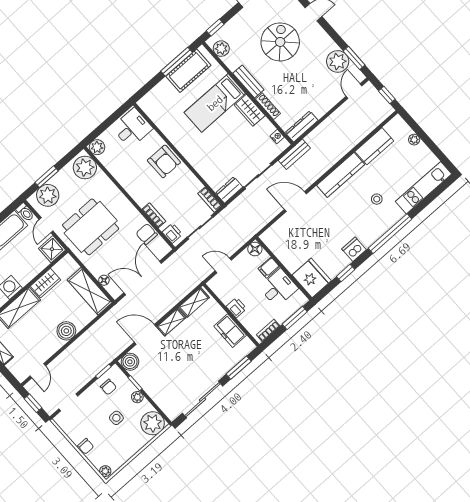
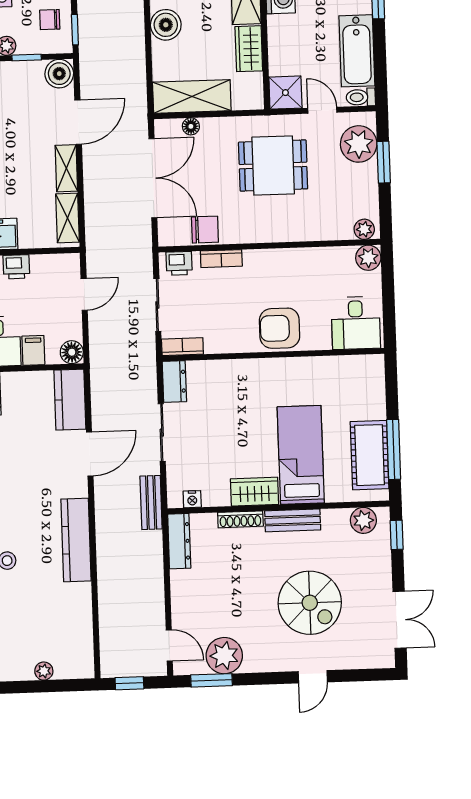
kitchen counter: (374, 146) -> (70, 400), moved
plant: (85, 168) -> (364, 229), width x0.53, depth x0.53
dining table: (91, 227) -> (273, 165), width x0.73

